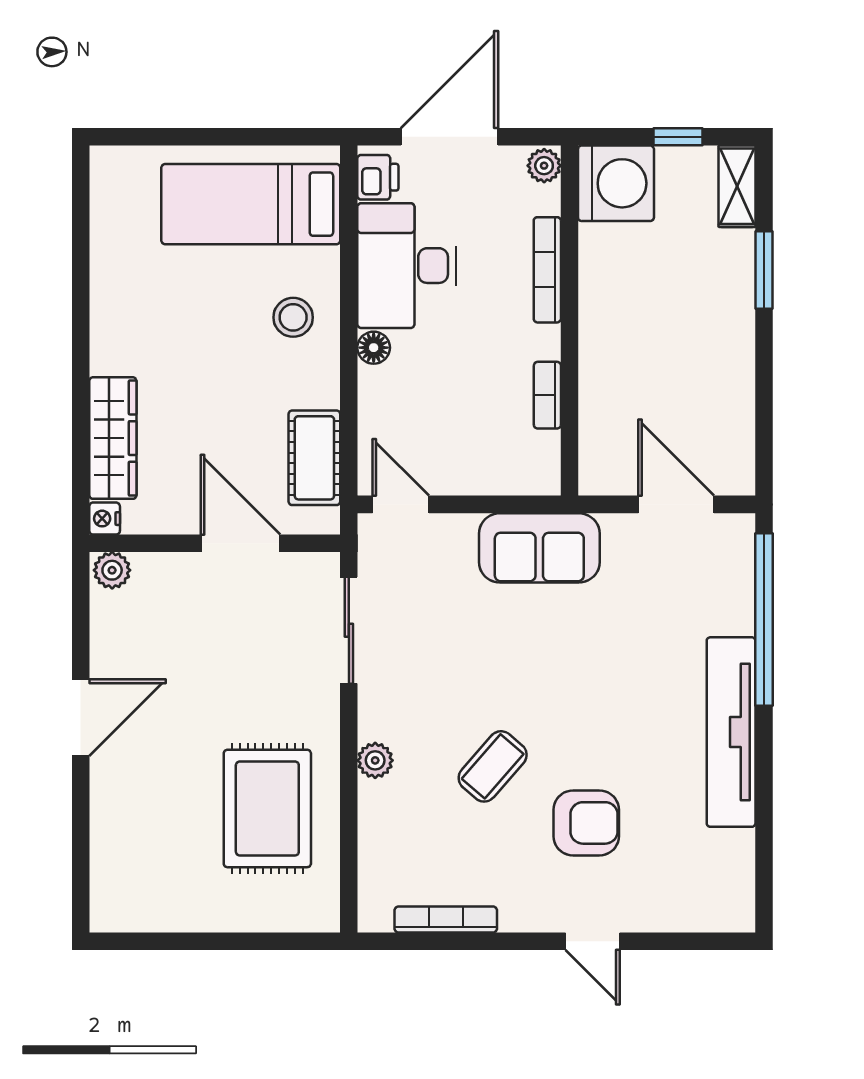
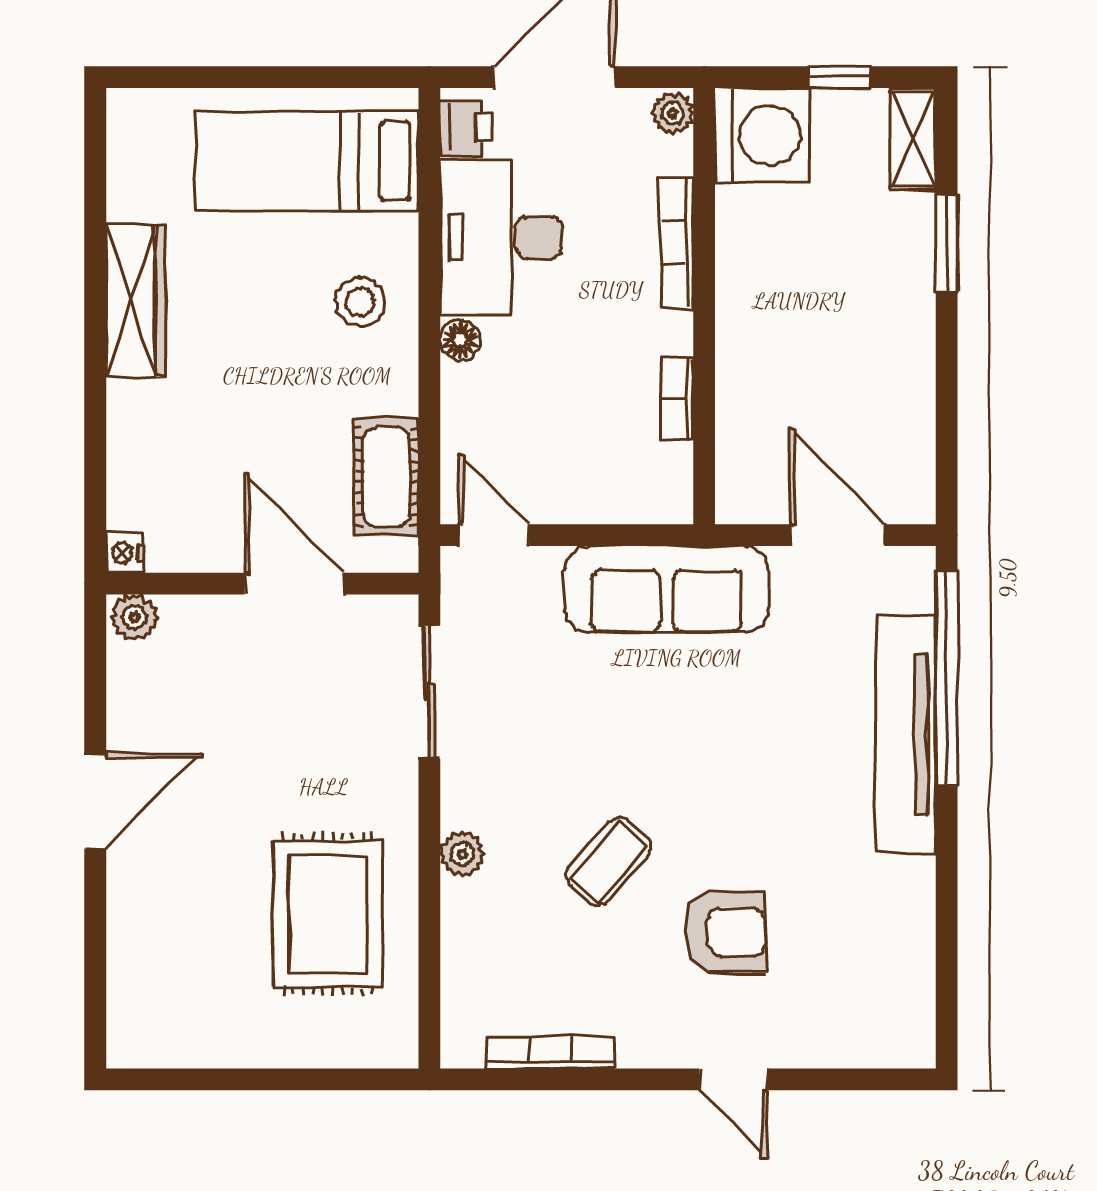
wardrobe: (113, 438) -> (135, 301), moved
sofa: (539, 548) -> (667, 589), width x1.36
tv unit: (731, 732) -> (906, 734), moved

